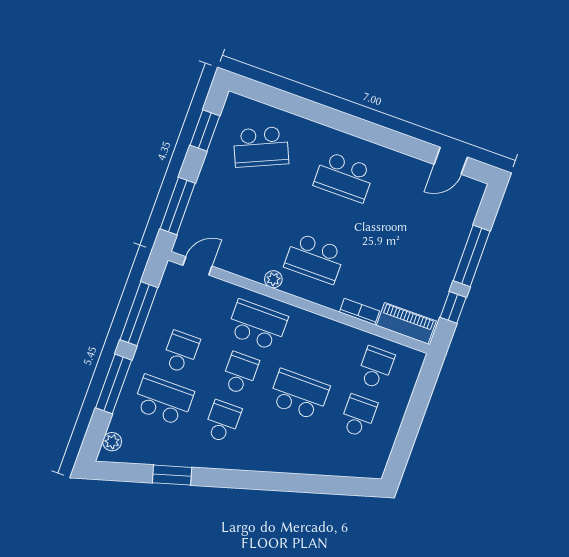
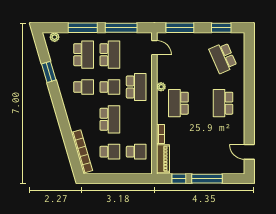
school desk: (181, 352) -> (110, 55), width x1.85
bookcase: (340, 467) -> (82, 152), added

